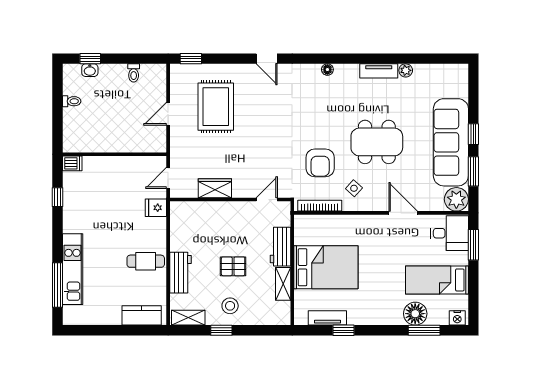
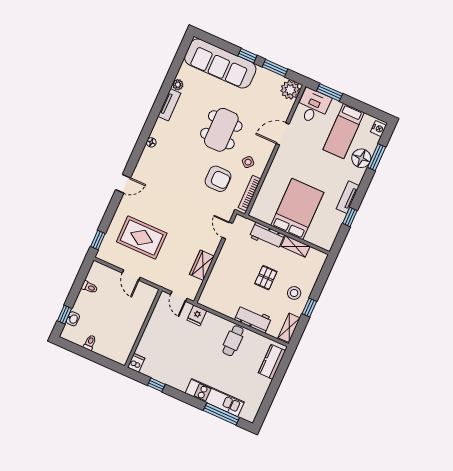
sofa: (451, 142) -> (220, 63), moved
tv unit: (327, 318) -> (348, 197), moved

